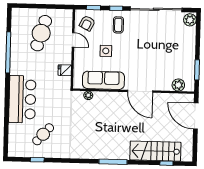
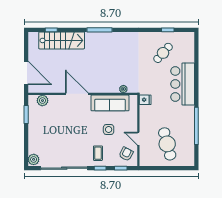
cafe table: (41, 33) -> (167, 144), turned -32
fridge: (65, 70) -> (145, 100), moved

